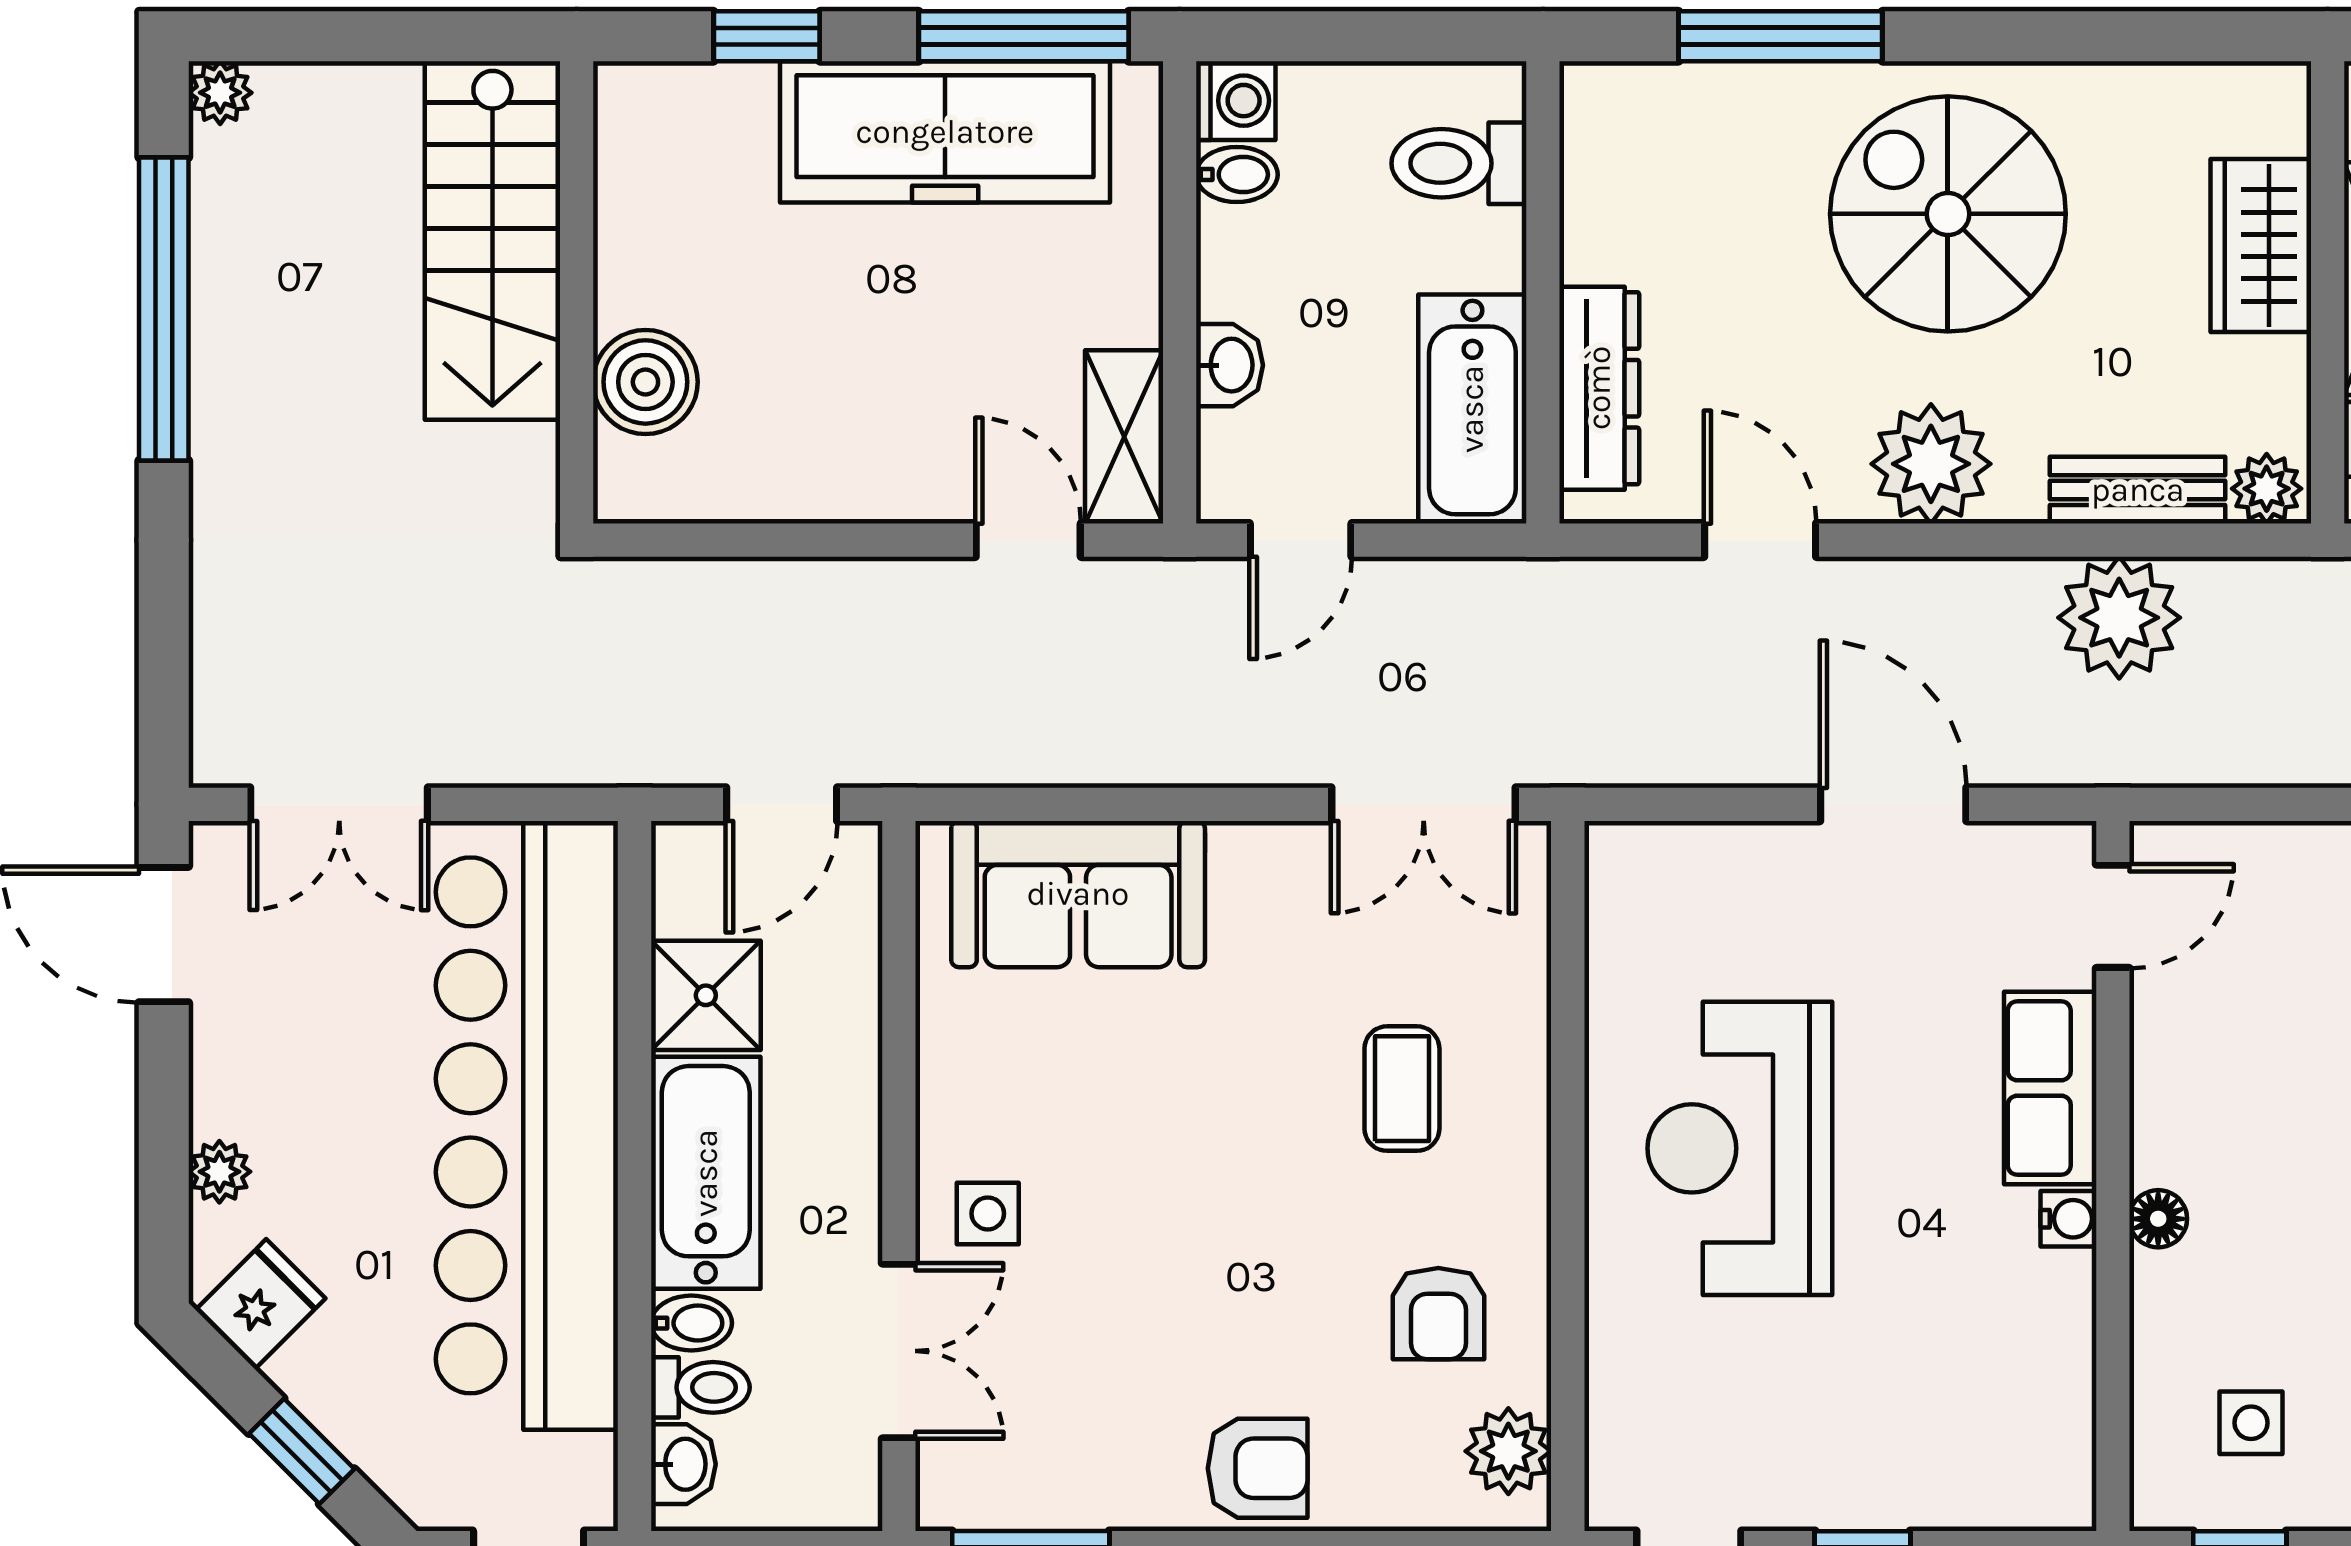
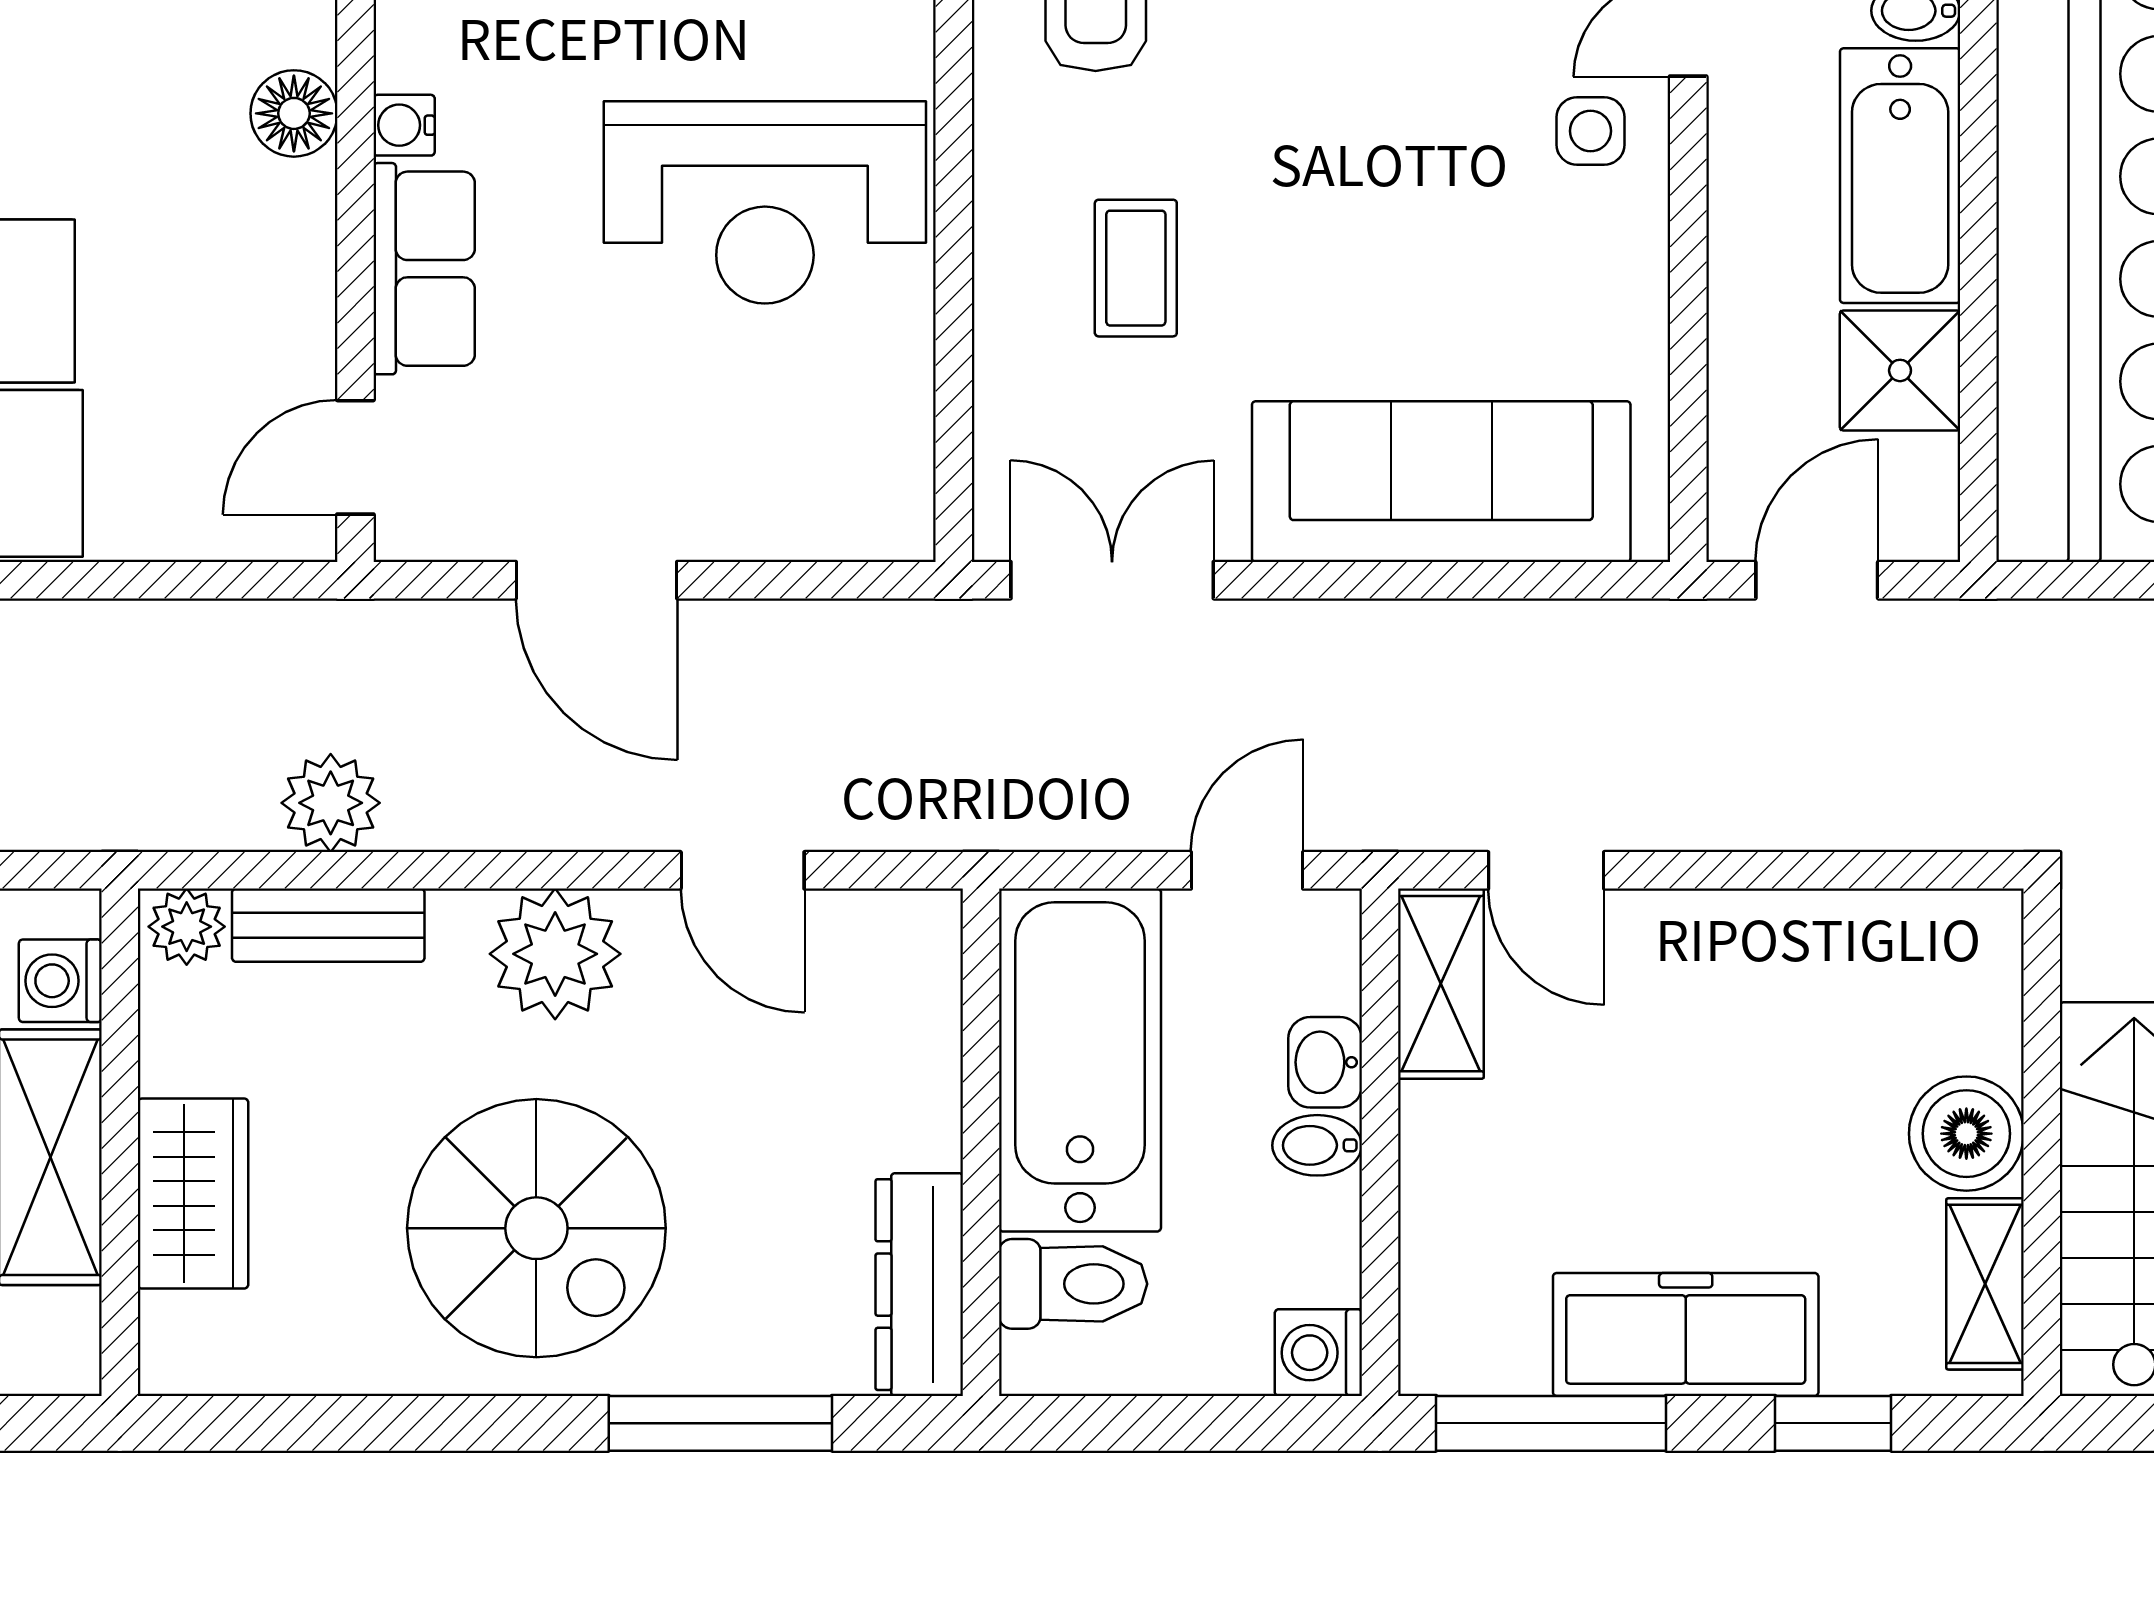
freezer: (945, 132) -> (1686, 1335), width x0.73, depth x0.79
shelving: (628, 163) -> (1985, 1284), added
bidet: (1237, 175) -> (1317, 1145), moved
boiler: (645, 382) -> (1966, 1134), moved
dresser: (1599, 388) -> (919, 1285), moved
bathtub: (1472, 409) -> (1080, 1060), width x1.36, depth x1.36
plant: (2119, 618) -> (331, 803), width x0.73, depth x0.73
sofa: (1078, 894) -> (1441, 482), width x1.36
reception desk: (1740, 1148) -> (765, 202), turned 90
floor lamp: (2158, 1219) -> (294, 113), width x1.37, depth x1.37

